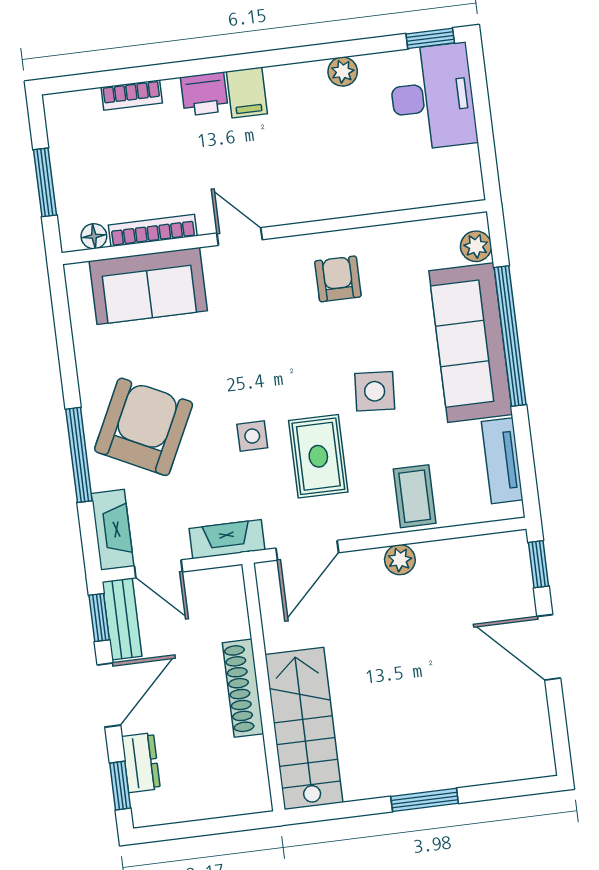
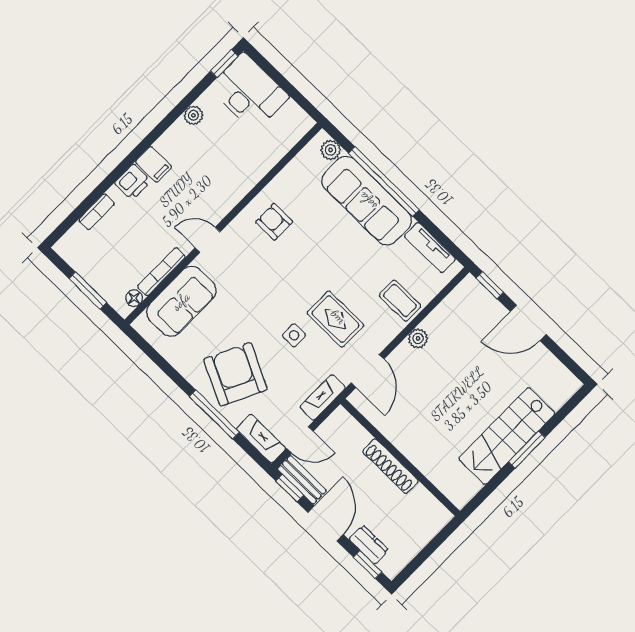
side table: (375, 391) -> (338, 264), removed
stairs: (304, 729) -> (507, 436), moved, turned -90

